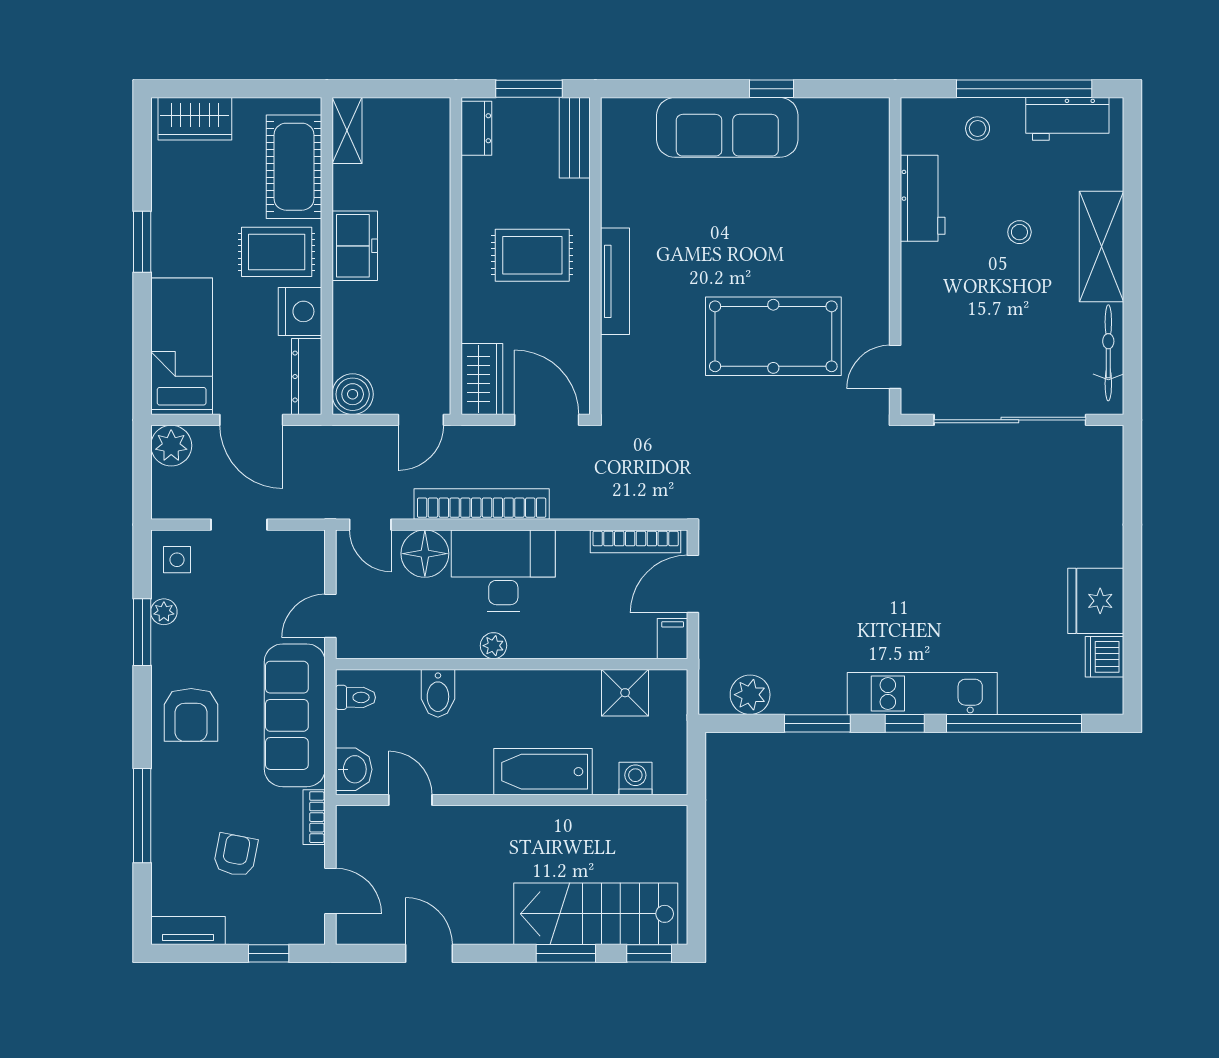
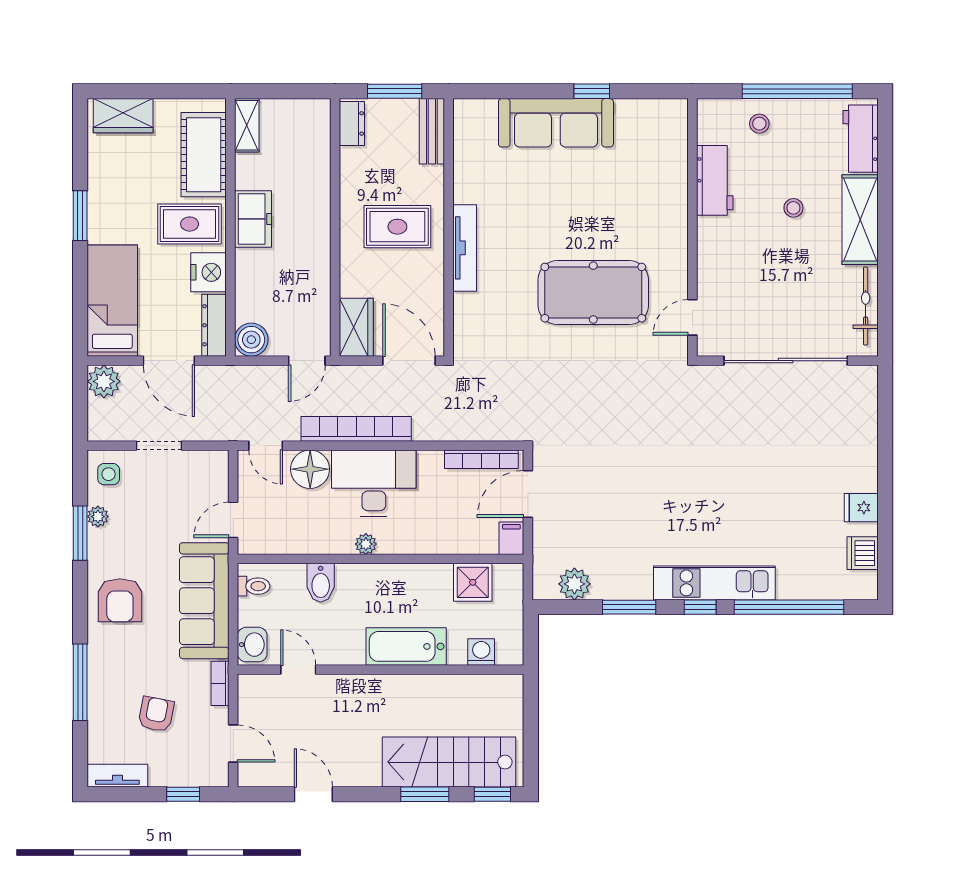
workbench: (1067, 119) -> (861, 139), moved, turned 90
fridge: (1096, 601) -> (861, 508), width x0.53, depth x0.75

